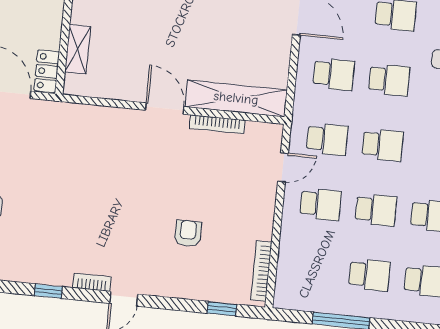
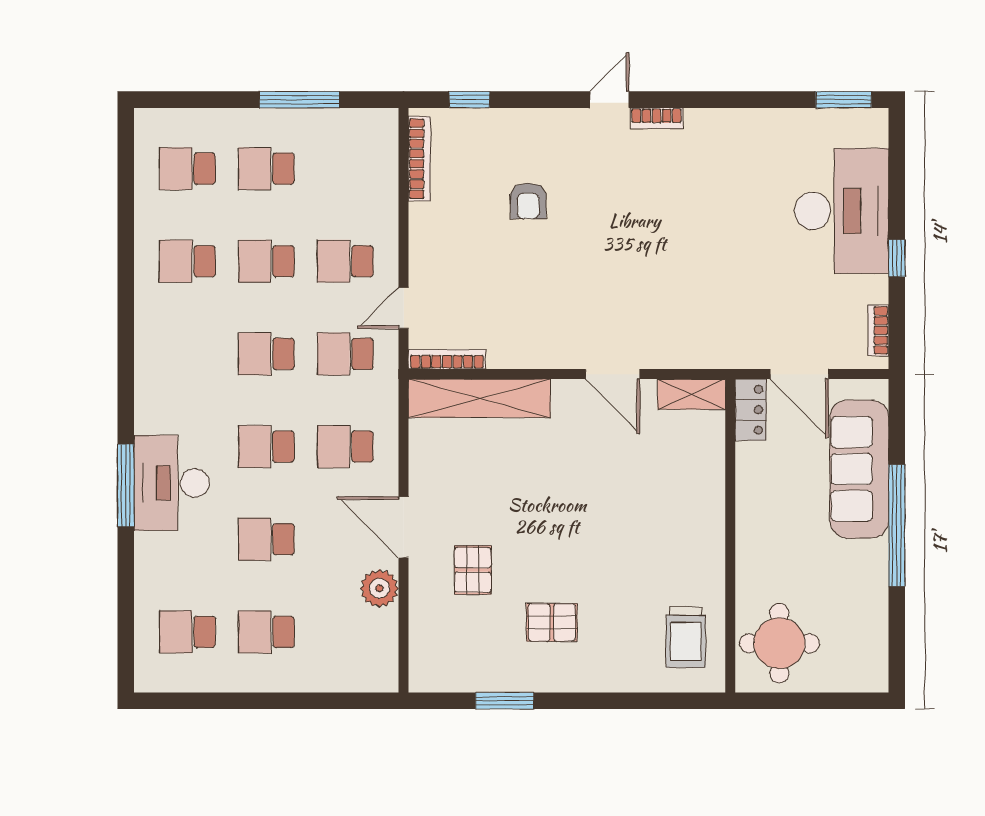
shelving: (78, 49) -> (692, 394), moved, turned 90
door: (165, 108) -> (613, 374), moved
bookcase: (217, 124) -> (447, 359), moved
window: (48, 291) -> (717, 100), removed

